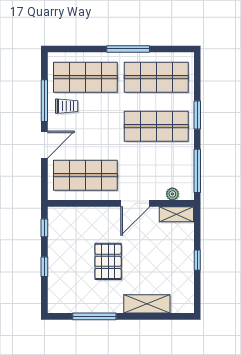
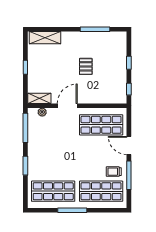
shop shelf: (156, 126) -> (53, 158), removed
door: (44, 145) -> (129, 146), hinge flipped
pallet: (108, 261) -> (86, 66), width x0.67, depth x0.71
shelving: (147, 304) -> (45, 38), moved

